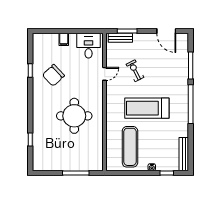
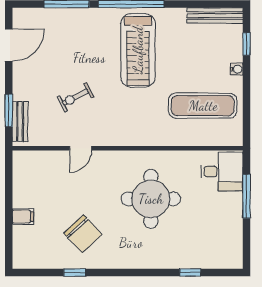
desk: (89, 46) -> (222, 172), moved, turned 180
door: (105, 74) -> (81, 148), swing flipped
treadmill: (147, 108) -> (138, 50), moved

